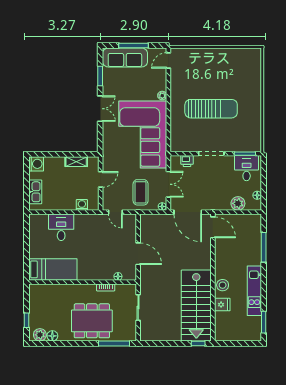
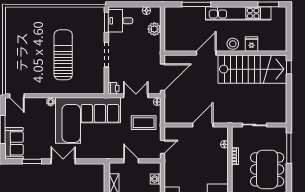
sofa: (125, 57) -> (14, 143), width x0.73
printer: (187, 161) -> (113, 88), moved
door: (213, 227) -> (206, 53), moved
kitchen unit: (254, 291) -> (238, 13), width x1.36

